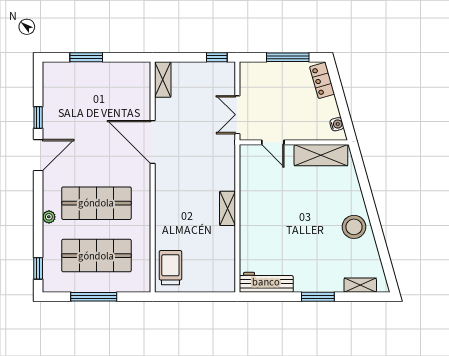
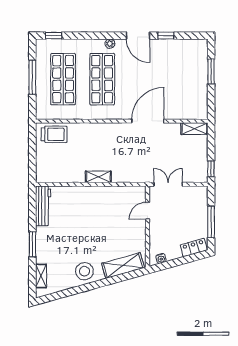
shelving: (321, 155) -> (123, 266), moved, turned 74
plant: (49, 217) -> (110, 44), moved

